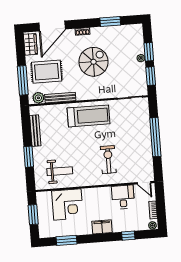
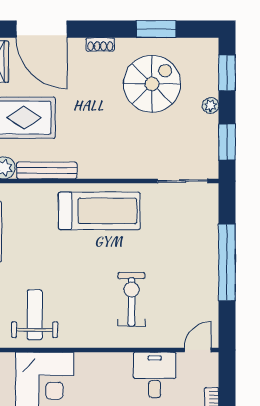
door: (52, 26) -> (41, 29), hinge flipped
window: (149, 52) -> (227, 73), moved
spiral stairs: (94, 62) -> (152, 84), moved
weight bench: (60, 171) -> (35, 315), turned -90
door: (144, 183) -> (198, 350), swing flipped

